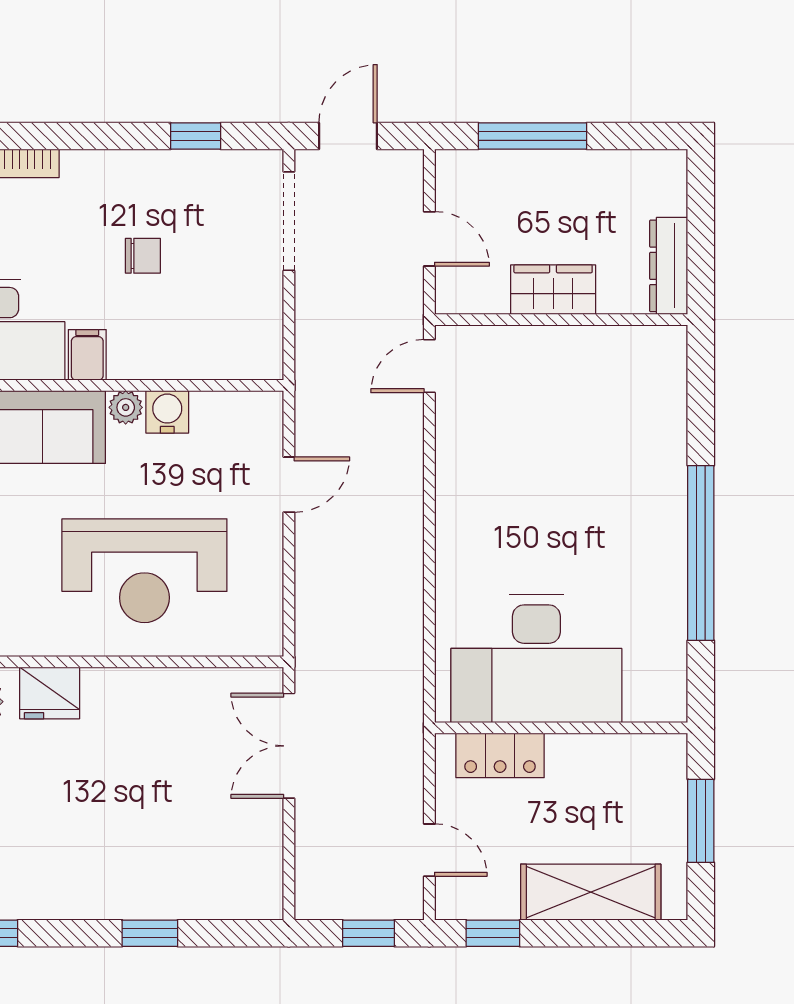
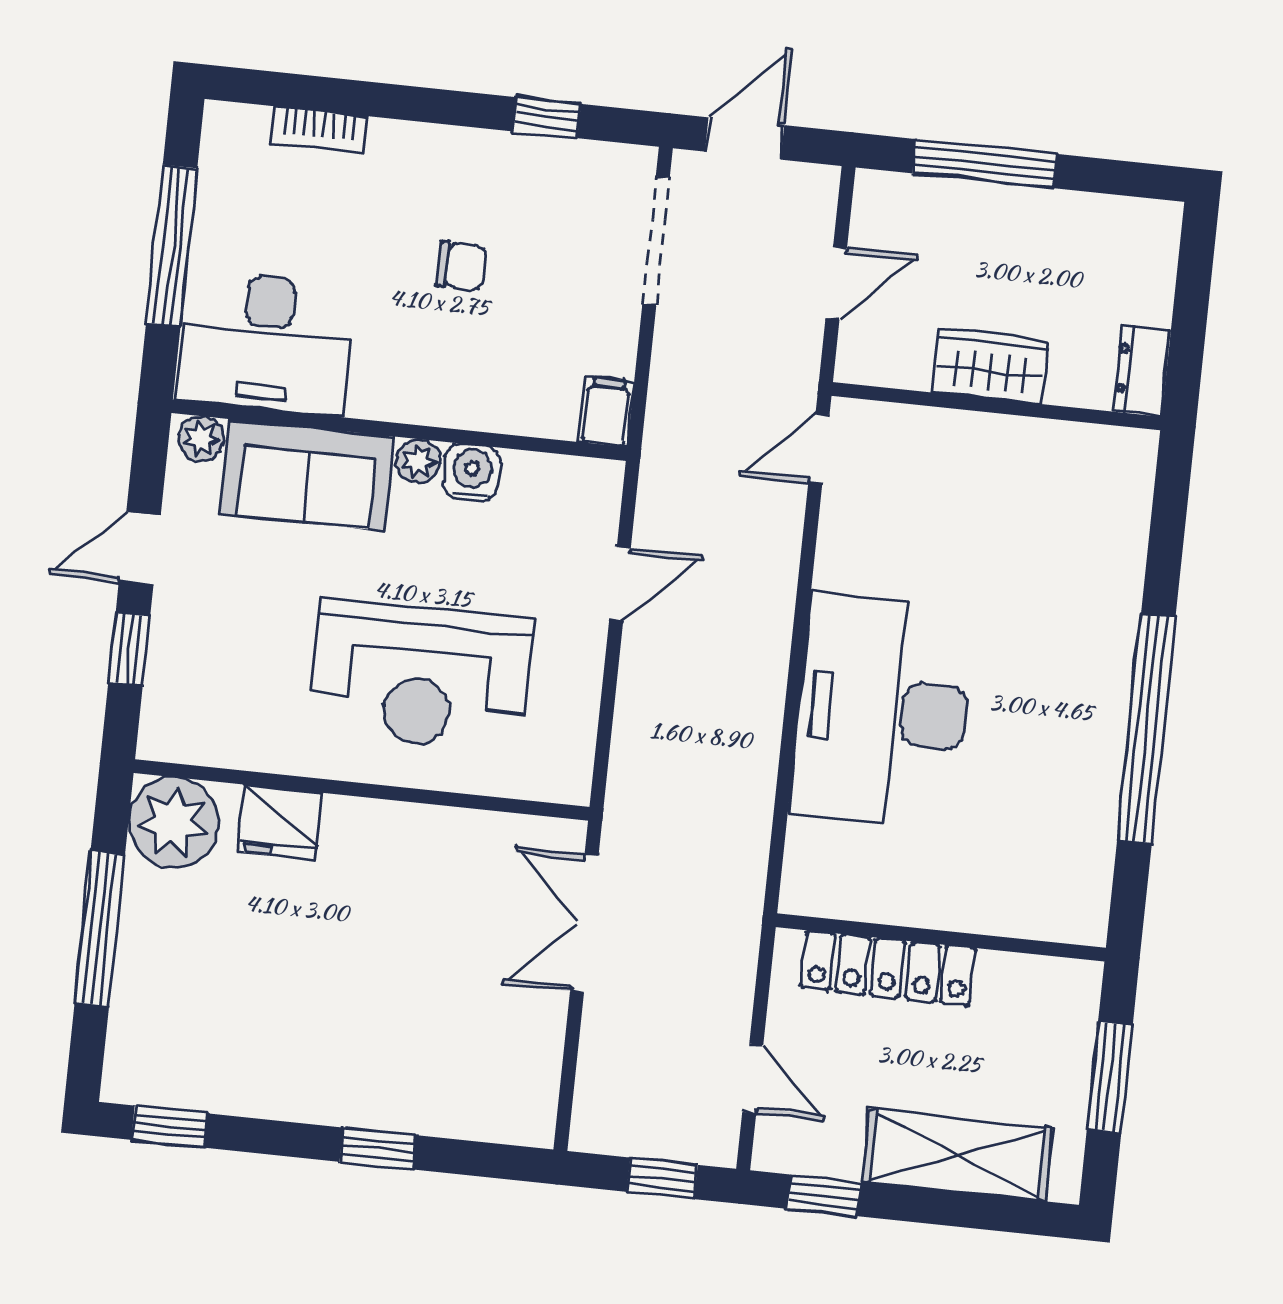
door: (429, 239) -> (836, 283), hinge flipped
dresser: (669, 266) -> (1142, 370), width x0.70
filing cabinet: (87, 355) -> (606, 412), moved
desk: (536, 659) -> (882, 711), moved, turned 90
locker: (500, 755) -> (888, 968), width x1.53

